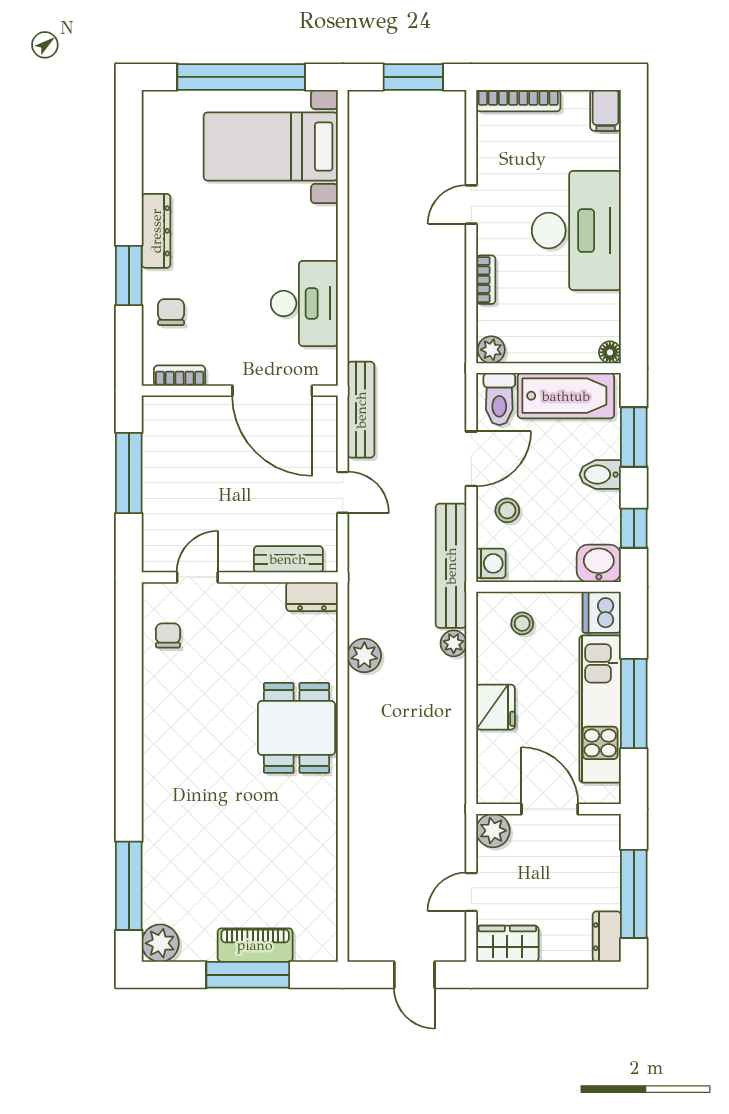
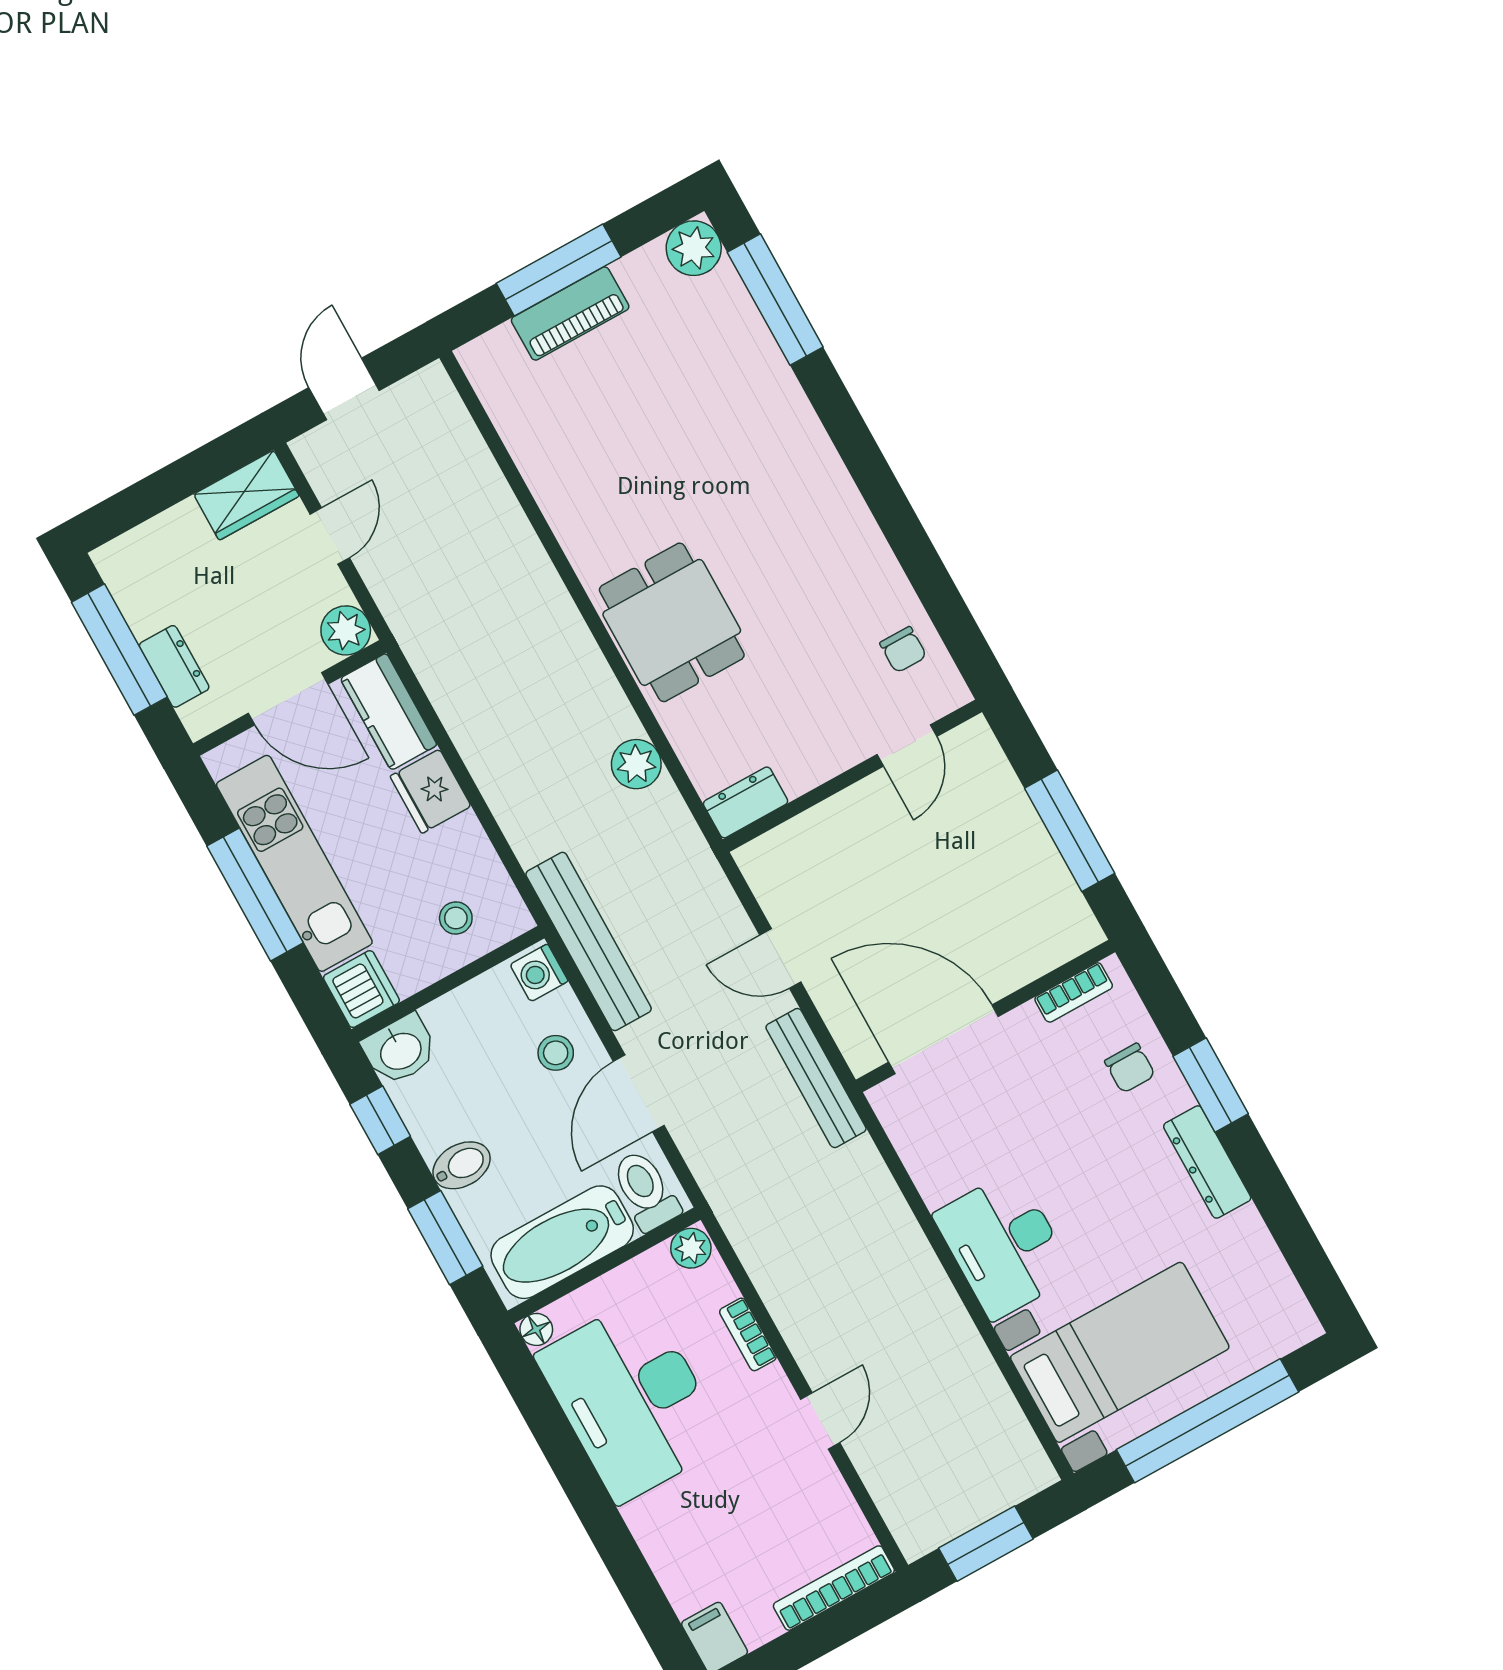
desk: (576, 231) -> (632, 1400), moved
desk: (304, 303) -> (1004, 1245), moved
bench: (288, 559) -> (803, 834), removed
plant: (454, 643) -> (530, 843), removed
kitchen counter: (494, 768) -> (389, 712), added
dresser: (607, 937) -> (174, 666), moved
door: (414, 975) -> (344, 389), hinge flipped

